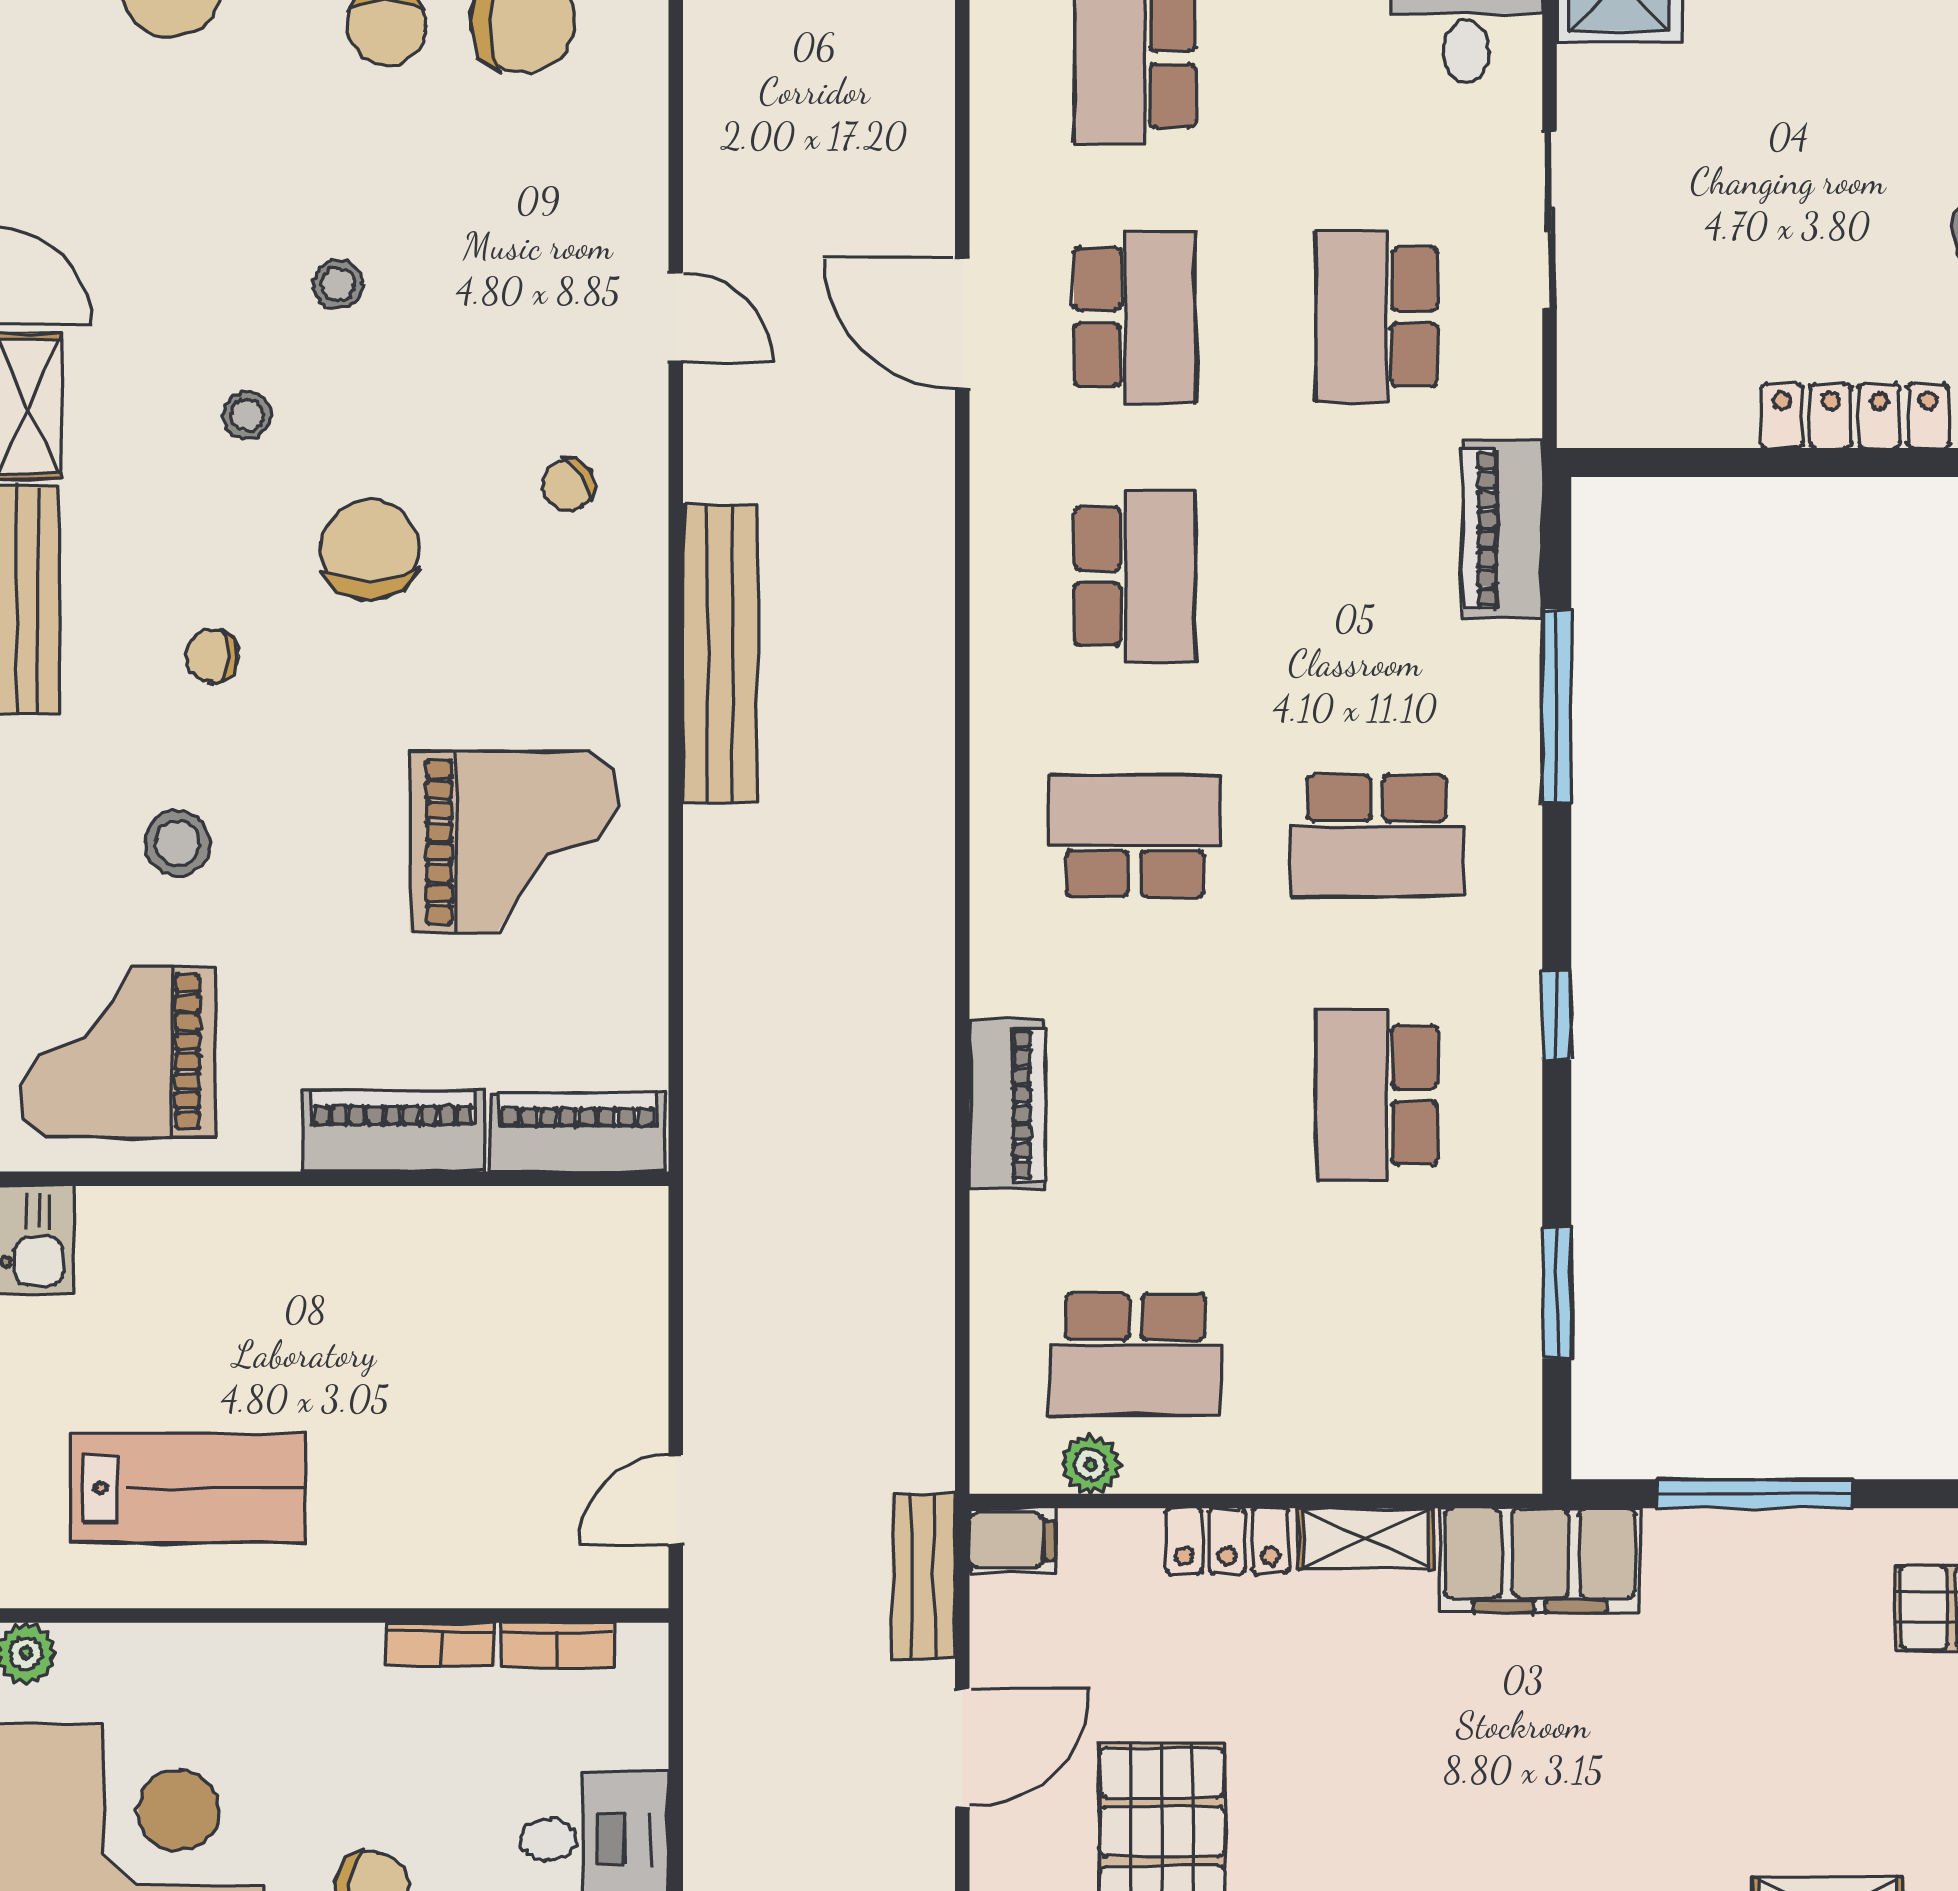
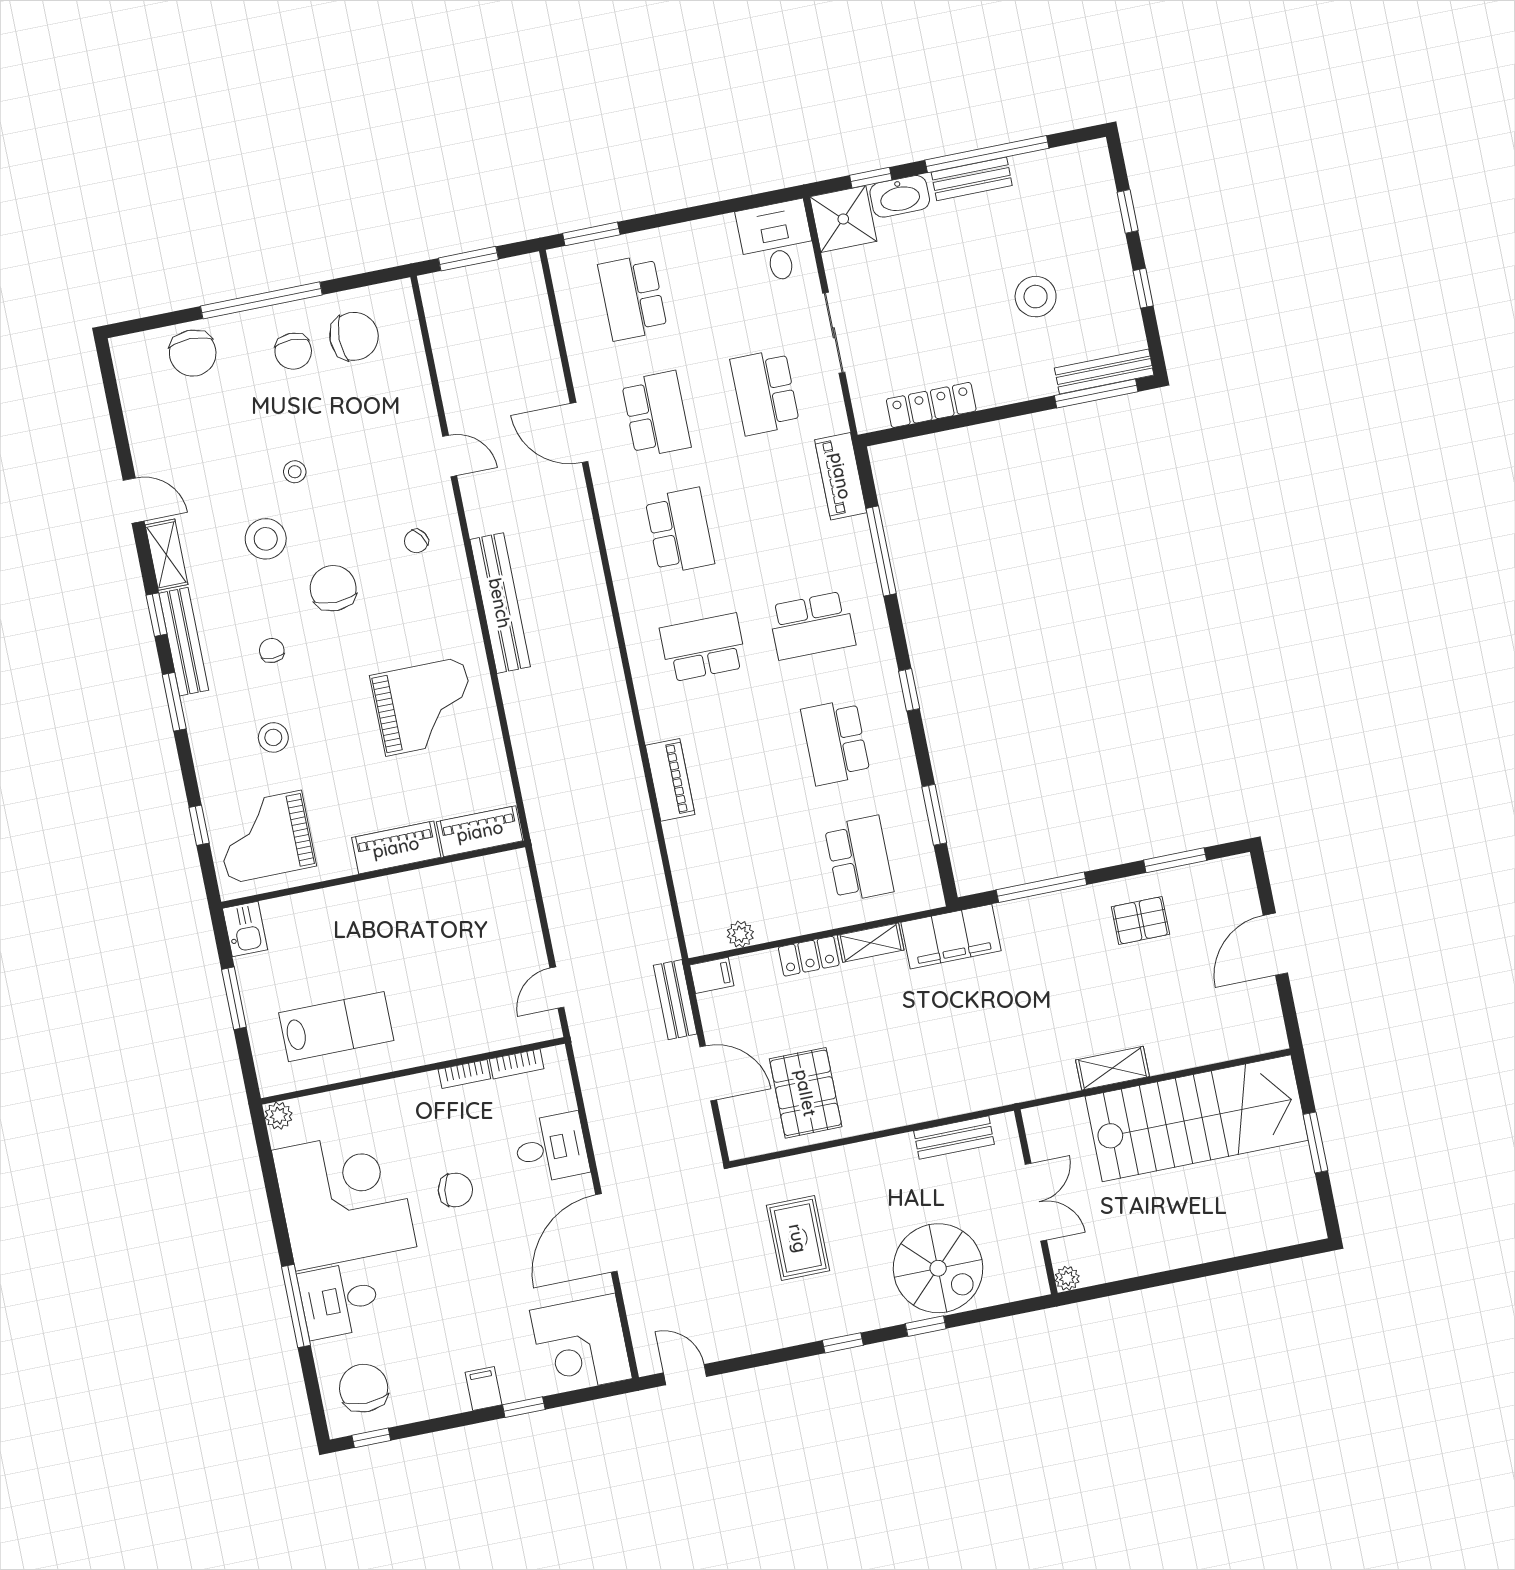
stool: (247, 415) -> (266, 539), width x1.89, depth x1.89
locker: (1855, 416) -> (931, 405), moved
chair: (212, 656) -> (272, 650), turned 90
school desk: (1135, 1355) -> (859, 859), moved, turned -90
door: (962, 1748) -> (708, 1073), hinge flipped

